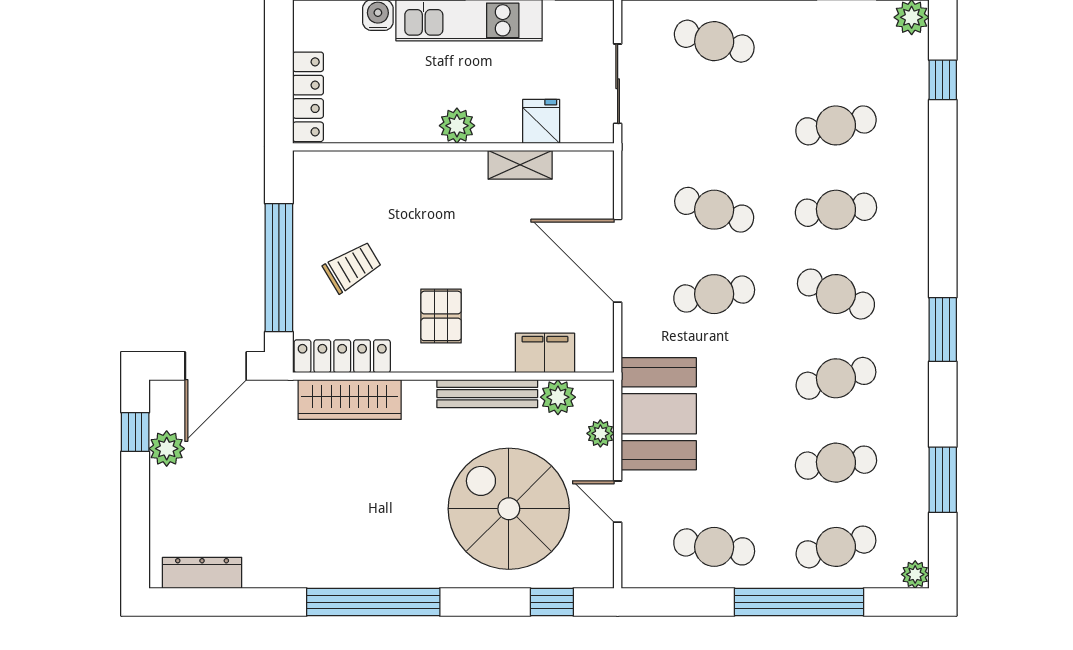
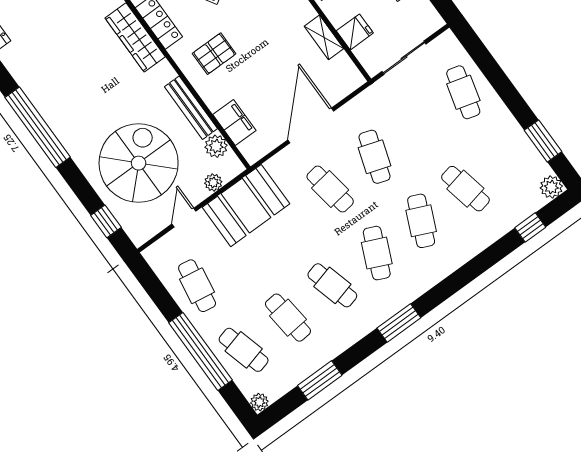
cafe table: (836, 210) -> (421, 221), turned 30

